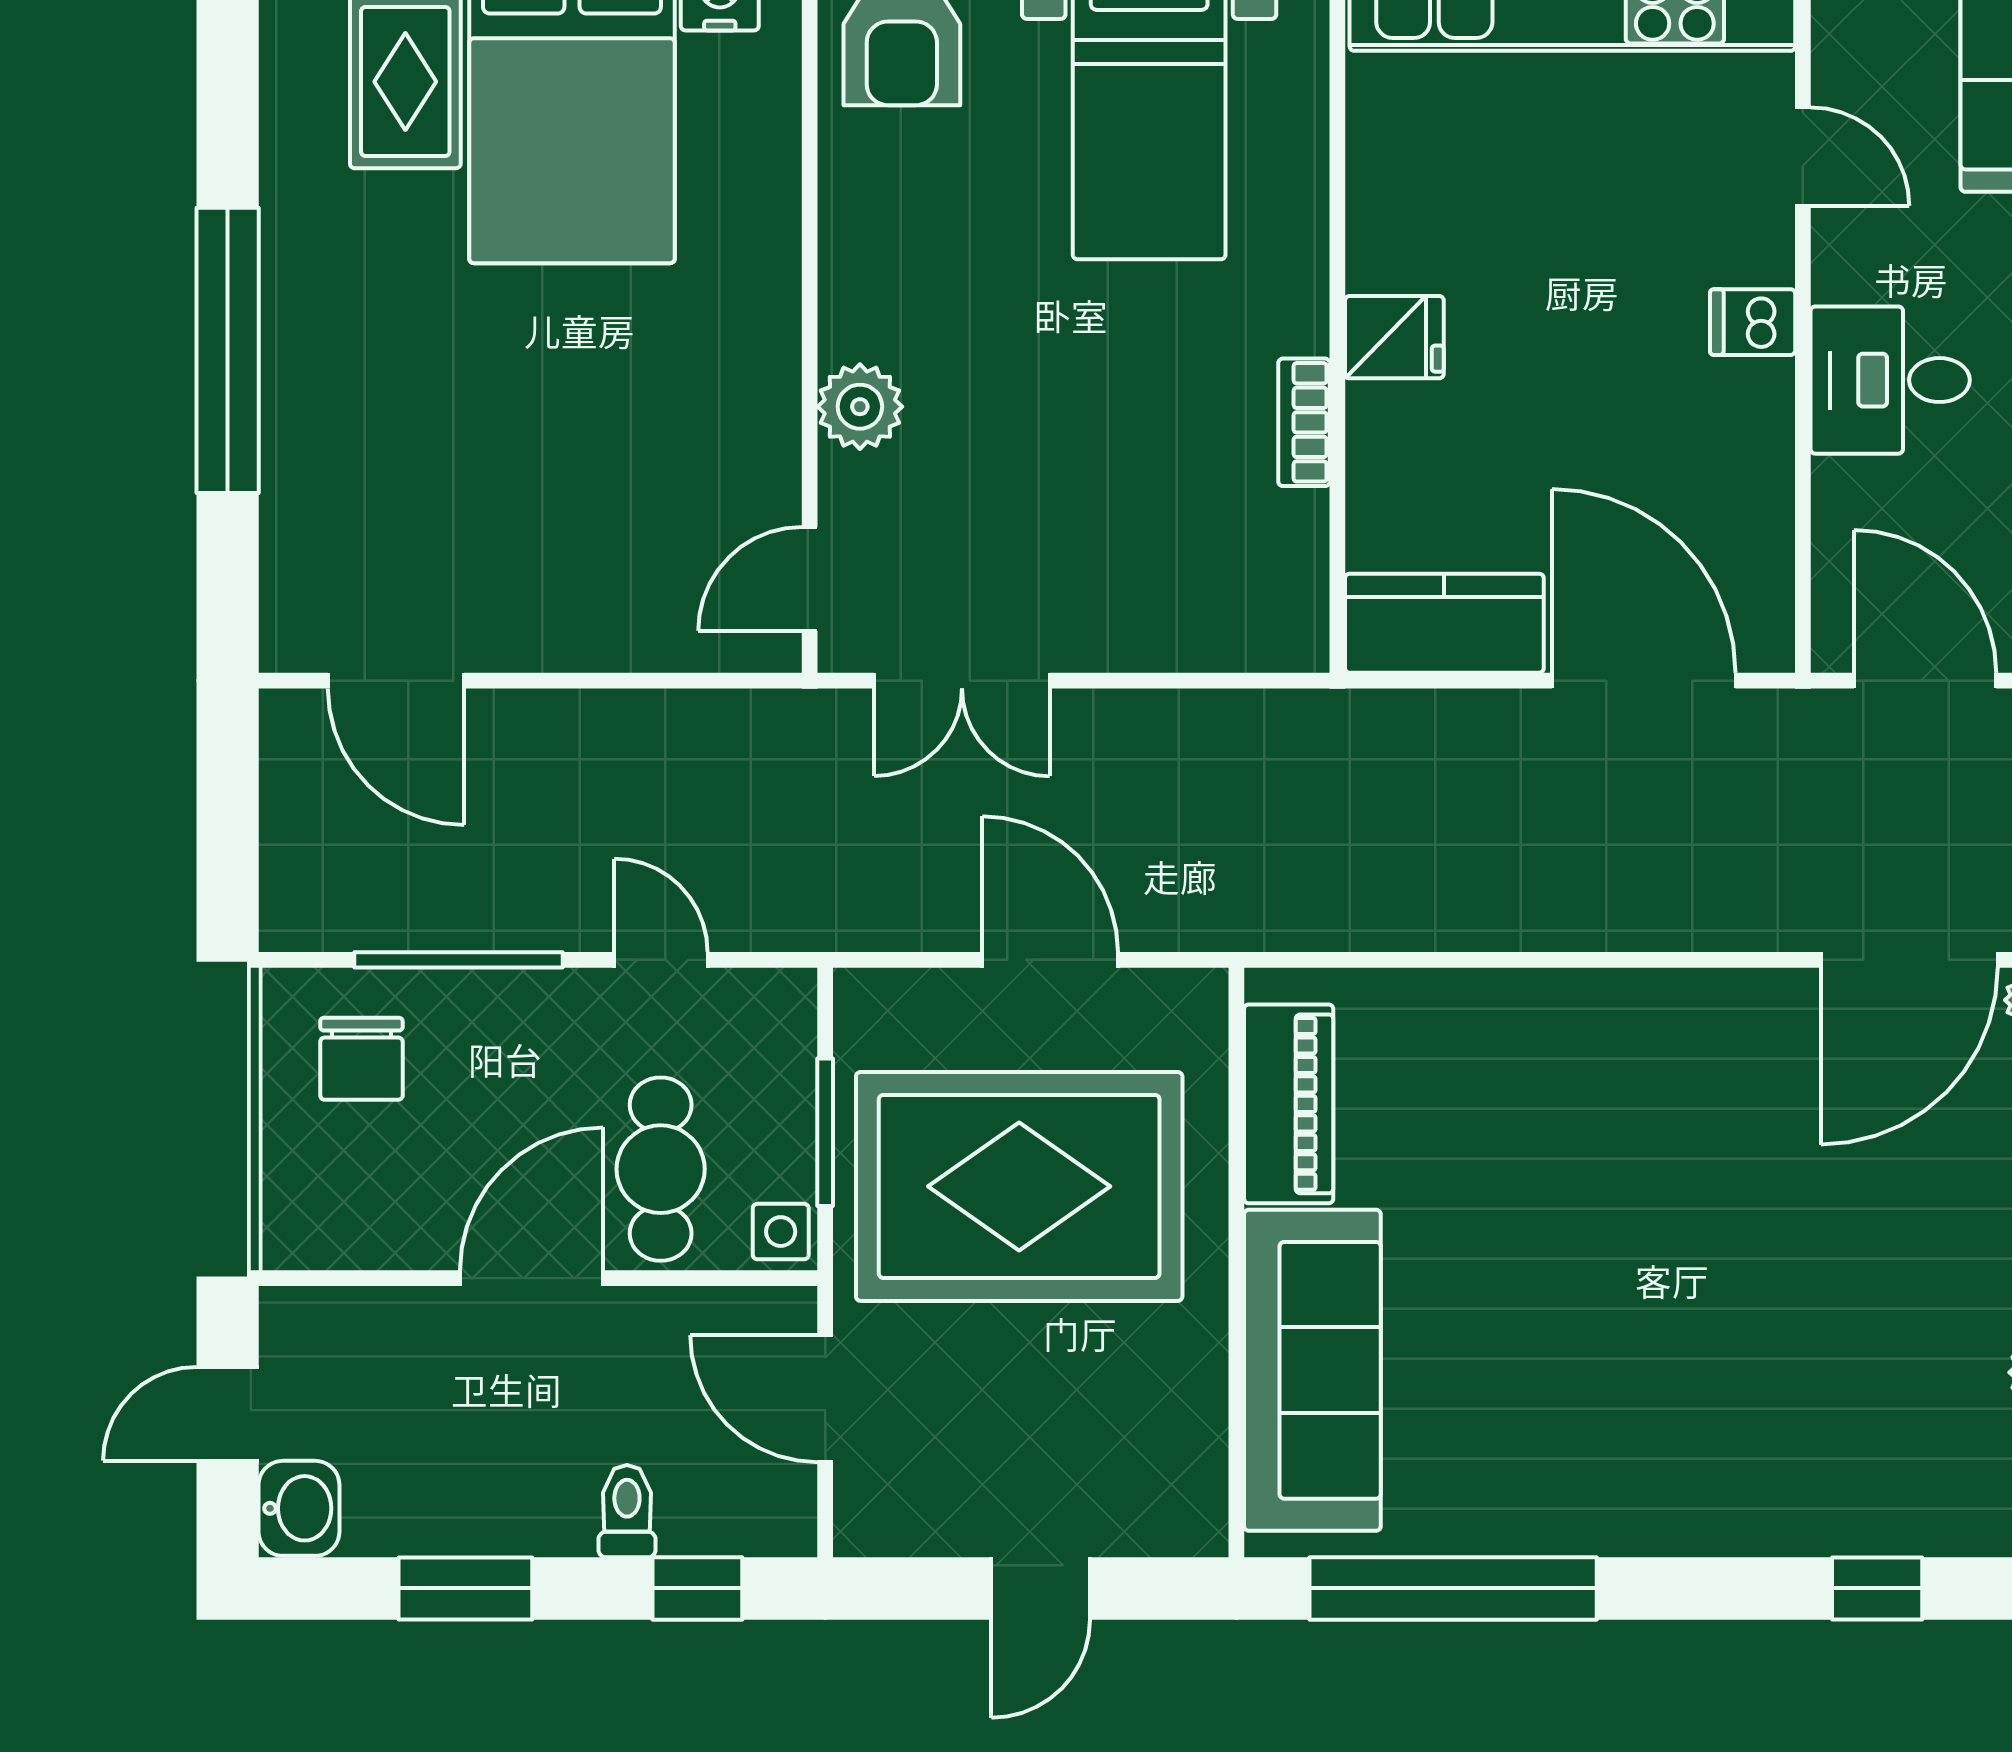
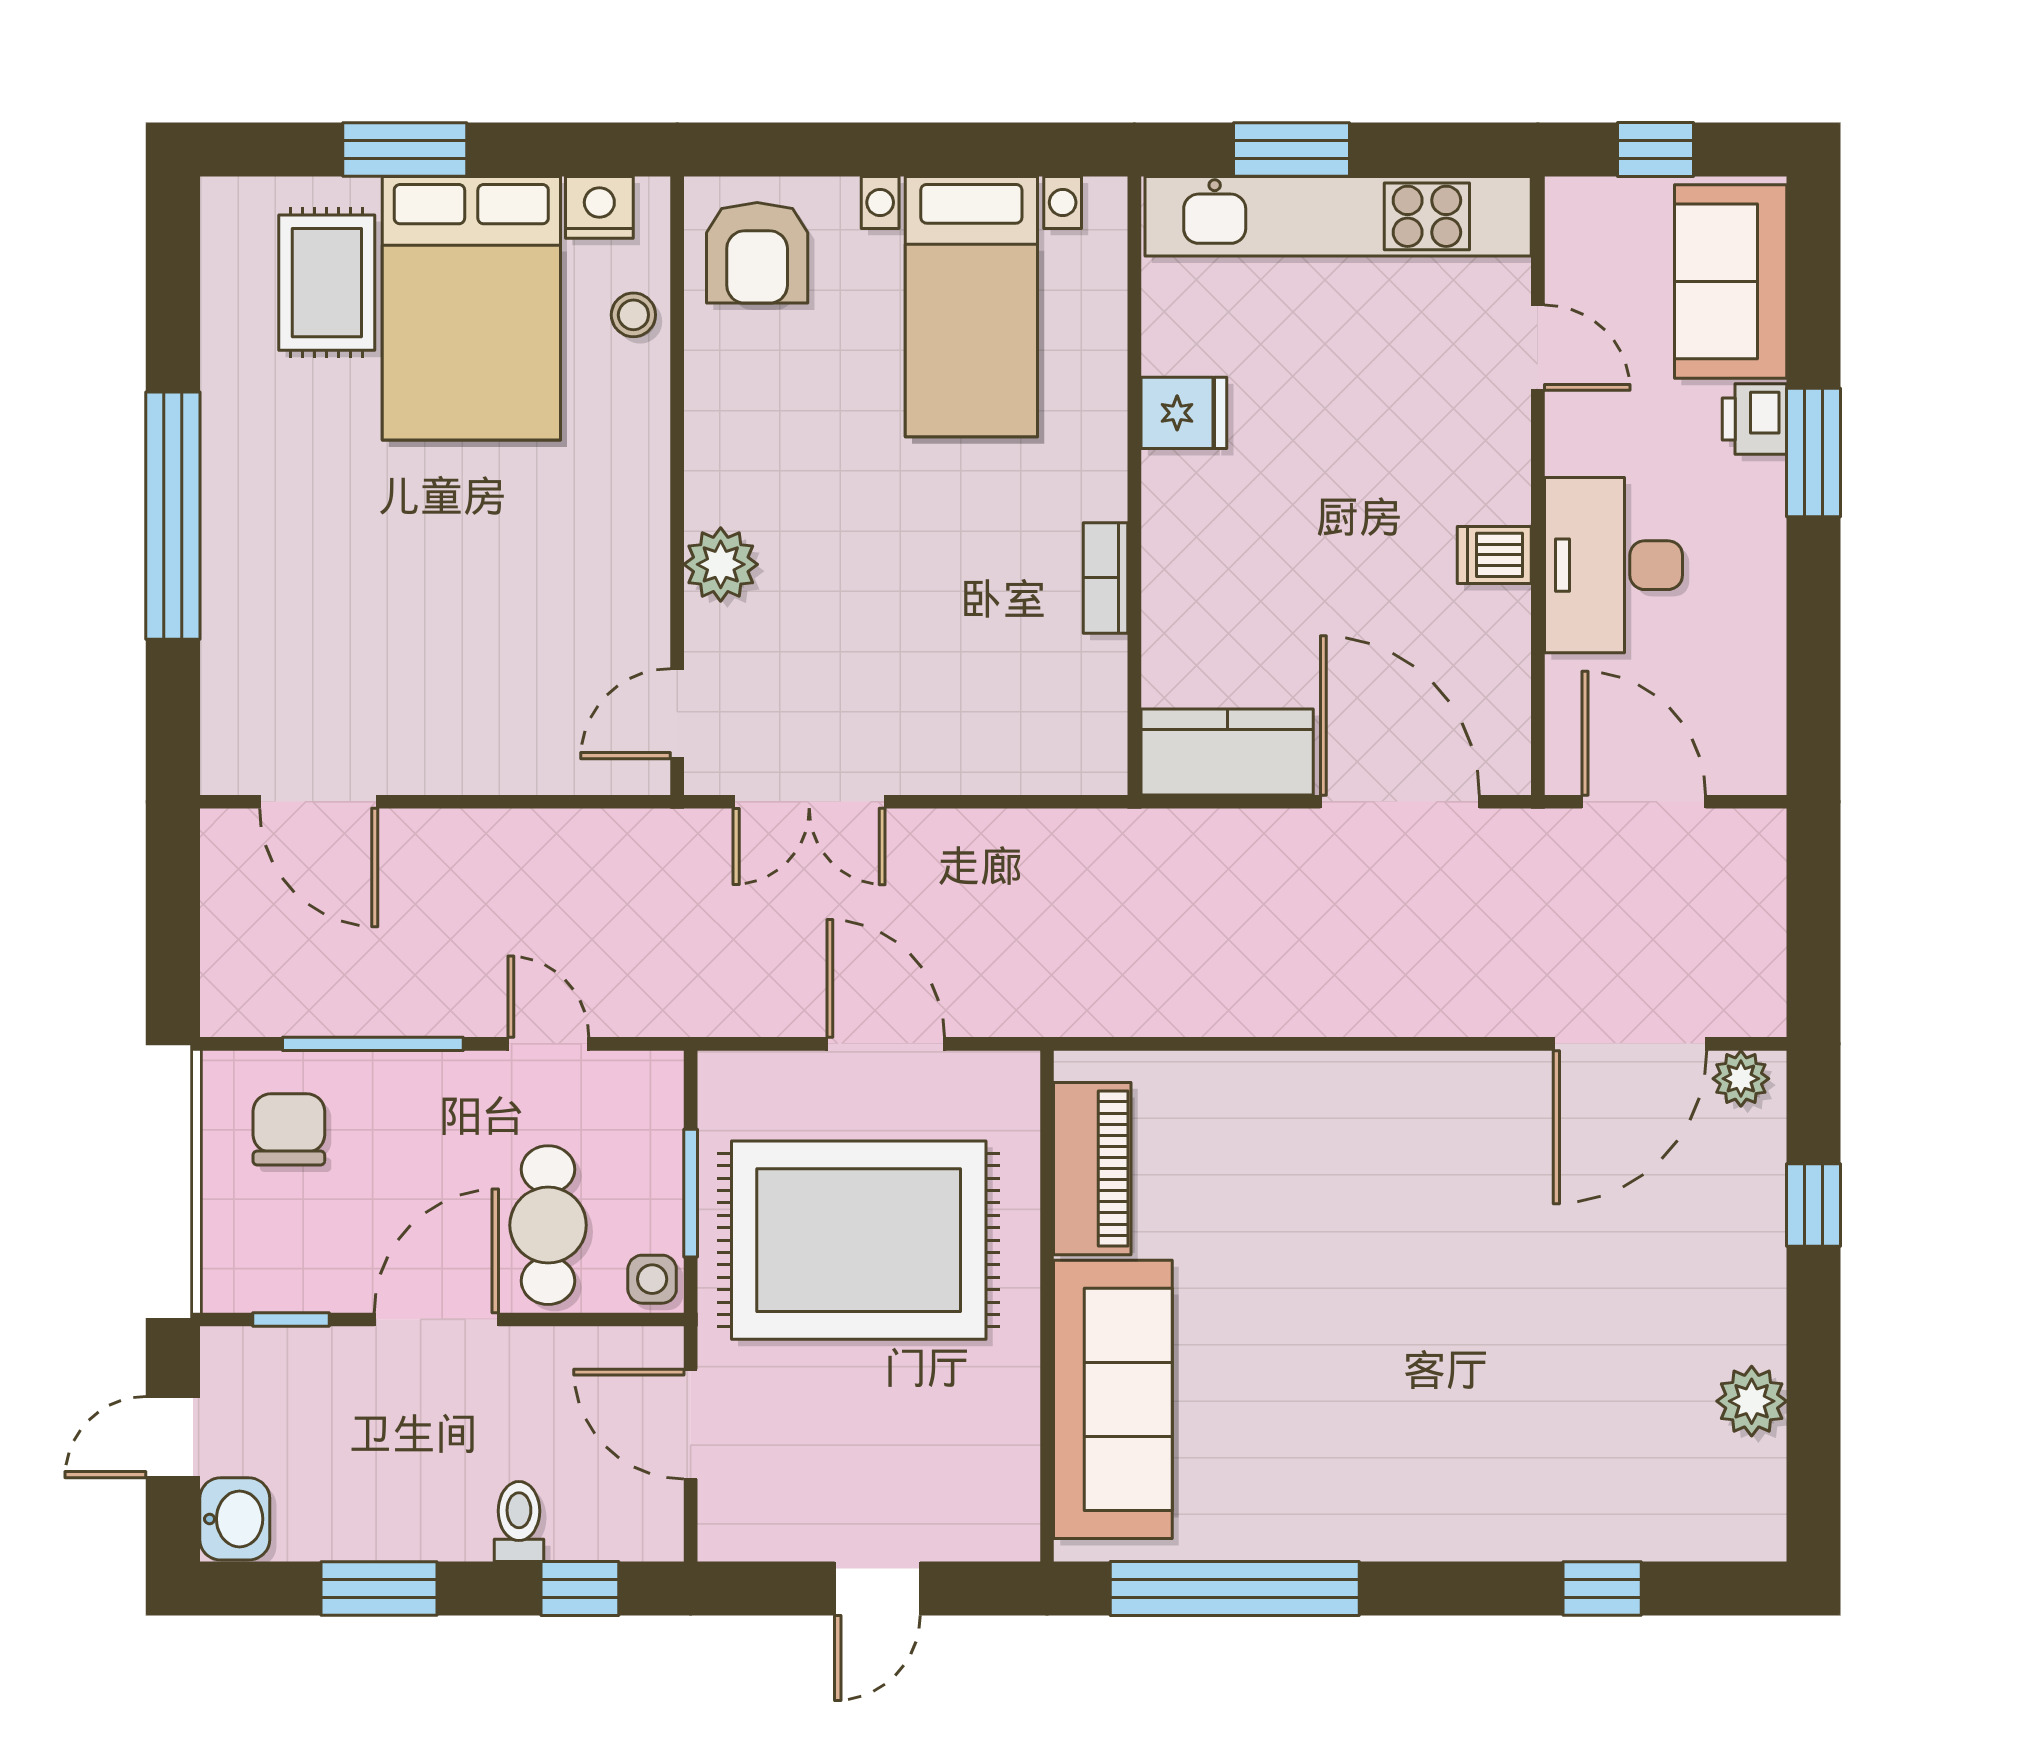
stool: (759, 119) -> (633, 315), added
dishwasher: (1753, 322) -> (1494, 555), moved
fridge: (1394, 337) -> (1184, 413), moved
desk: (1890, 380) -> (1613, 565), width x1.37
chair: (361, 1059) -> (289, 1129), turned 180
window: (364, 1278) -> (291, 1319), added

